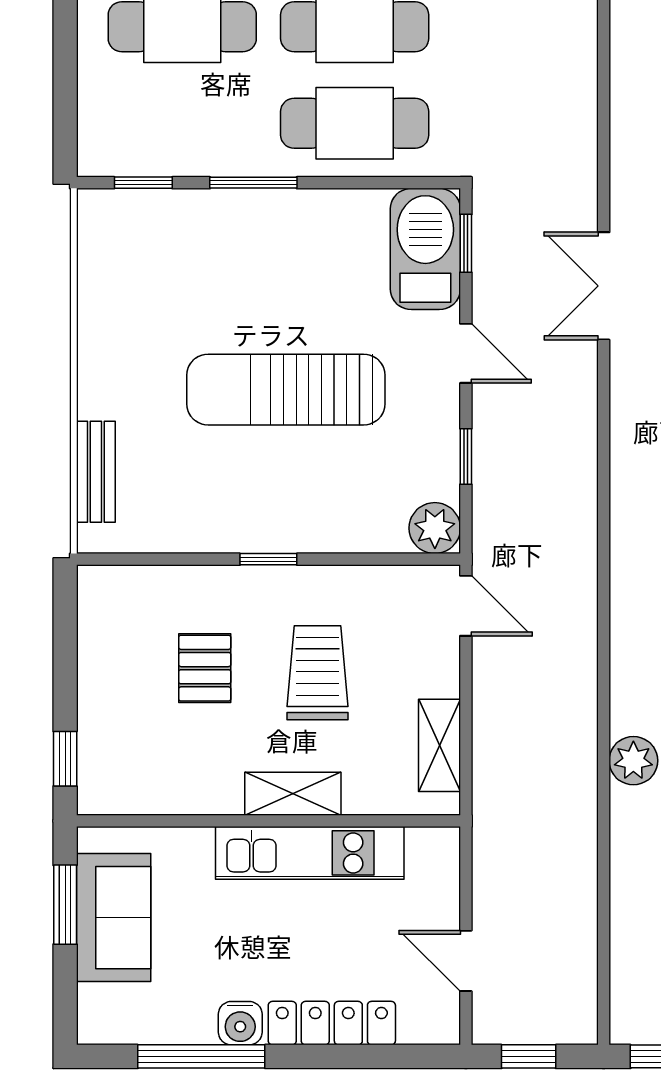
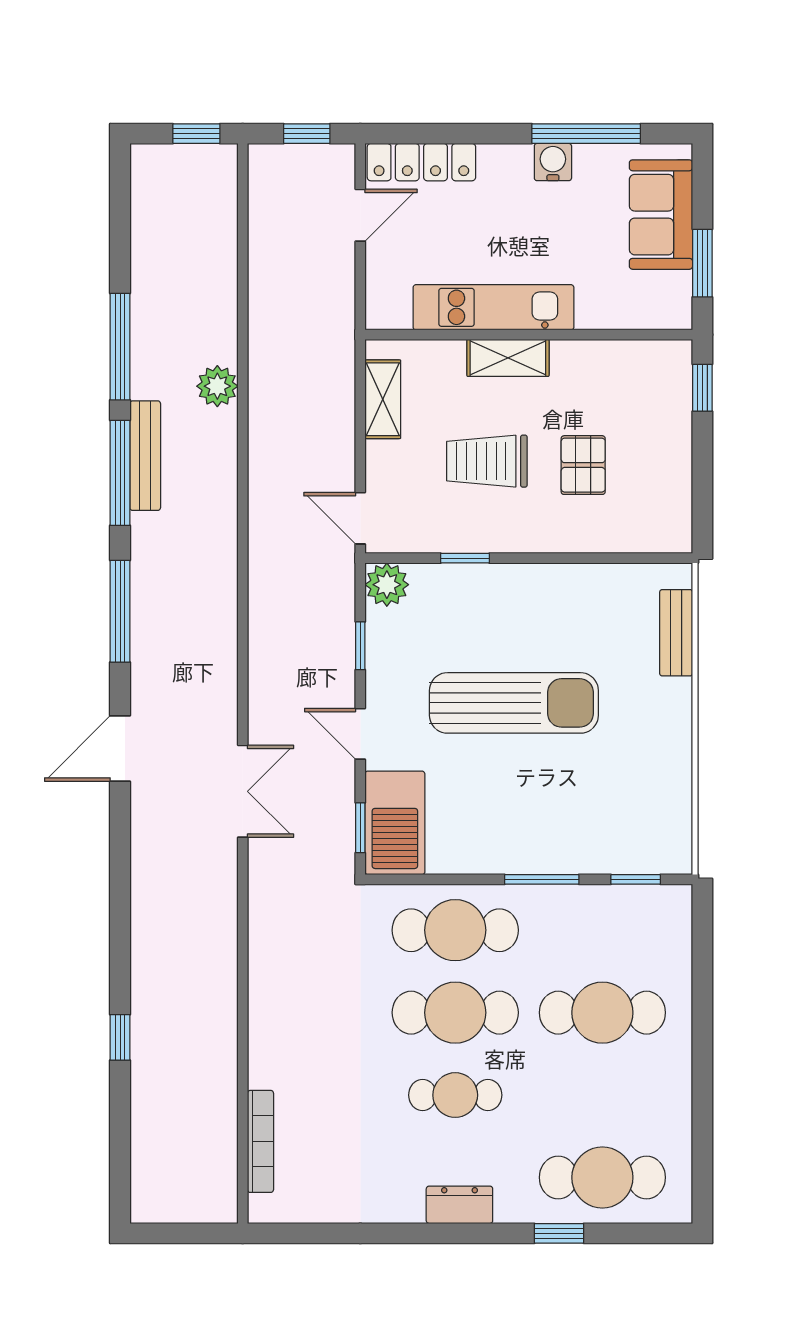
window: (268, 559) -> (465, 558), moved
trolley: (318, 673) -> (487, 461), turned 90
sofa: (114, 918) -> (661, 215), moved
door: (466, 961) -> (360, 215), hinge flipped
locker: (332, 1023) -> (421, 162), moved

